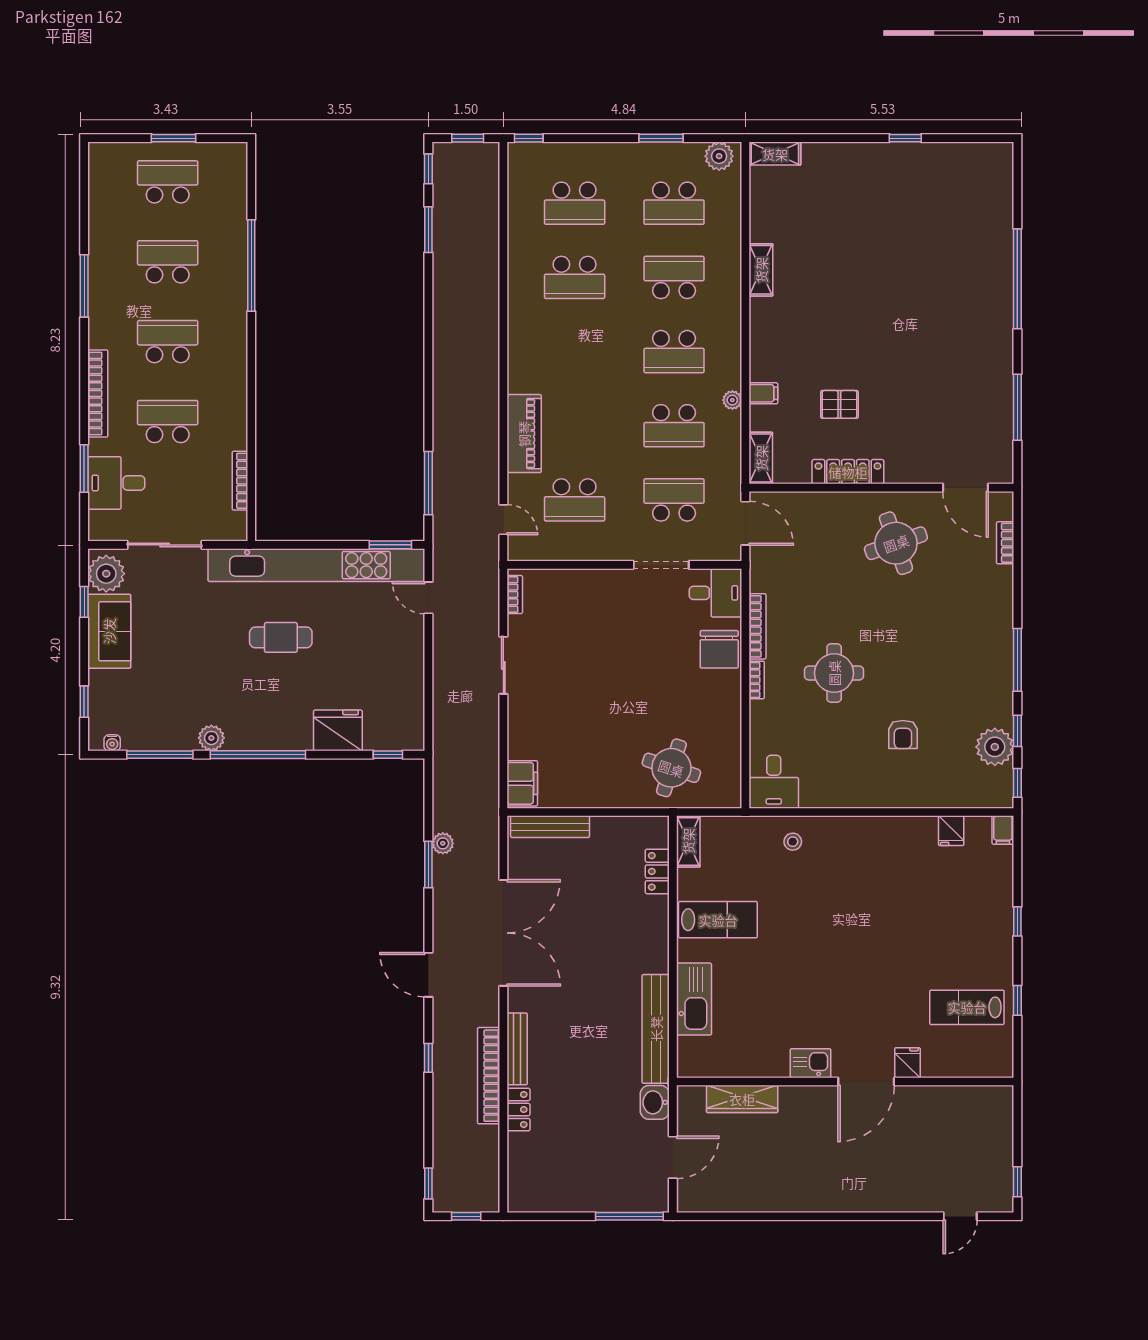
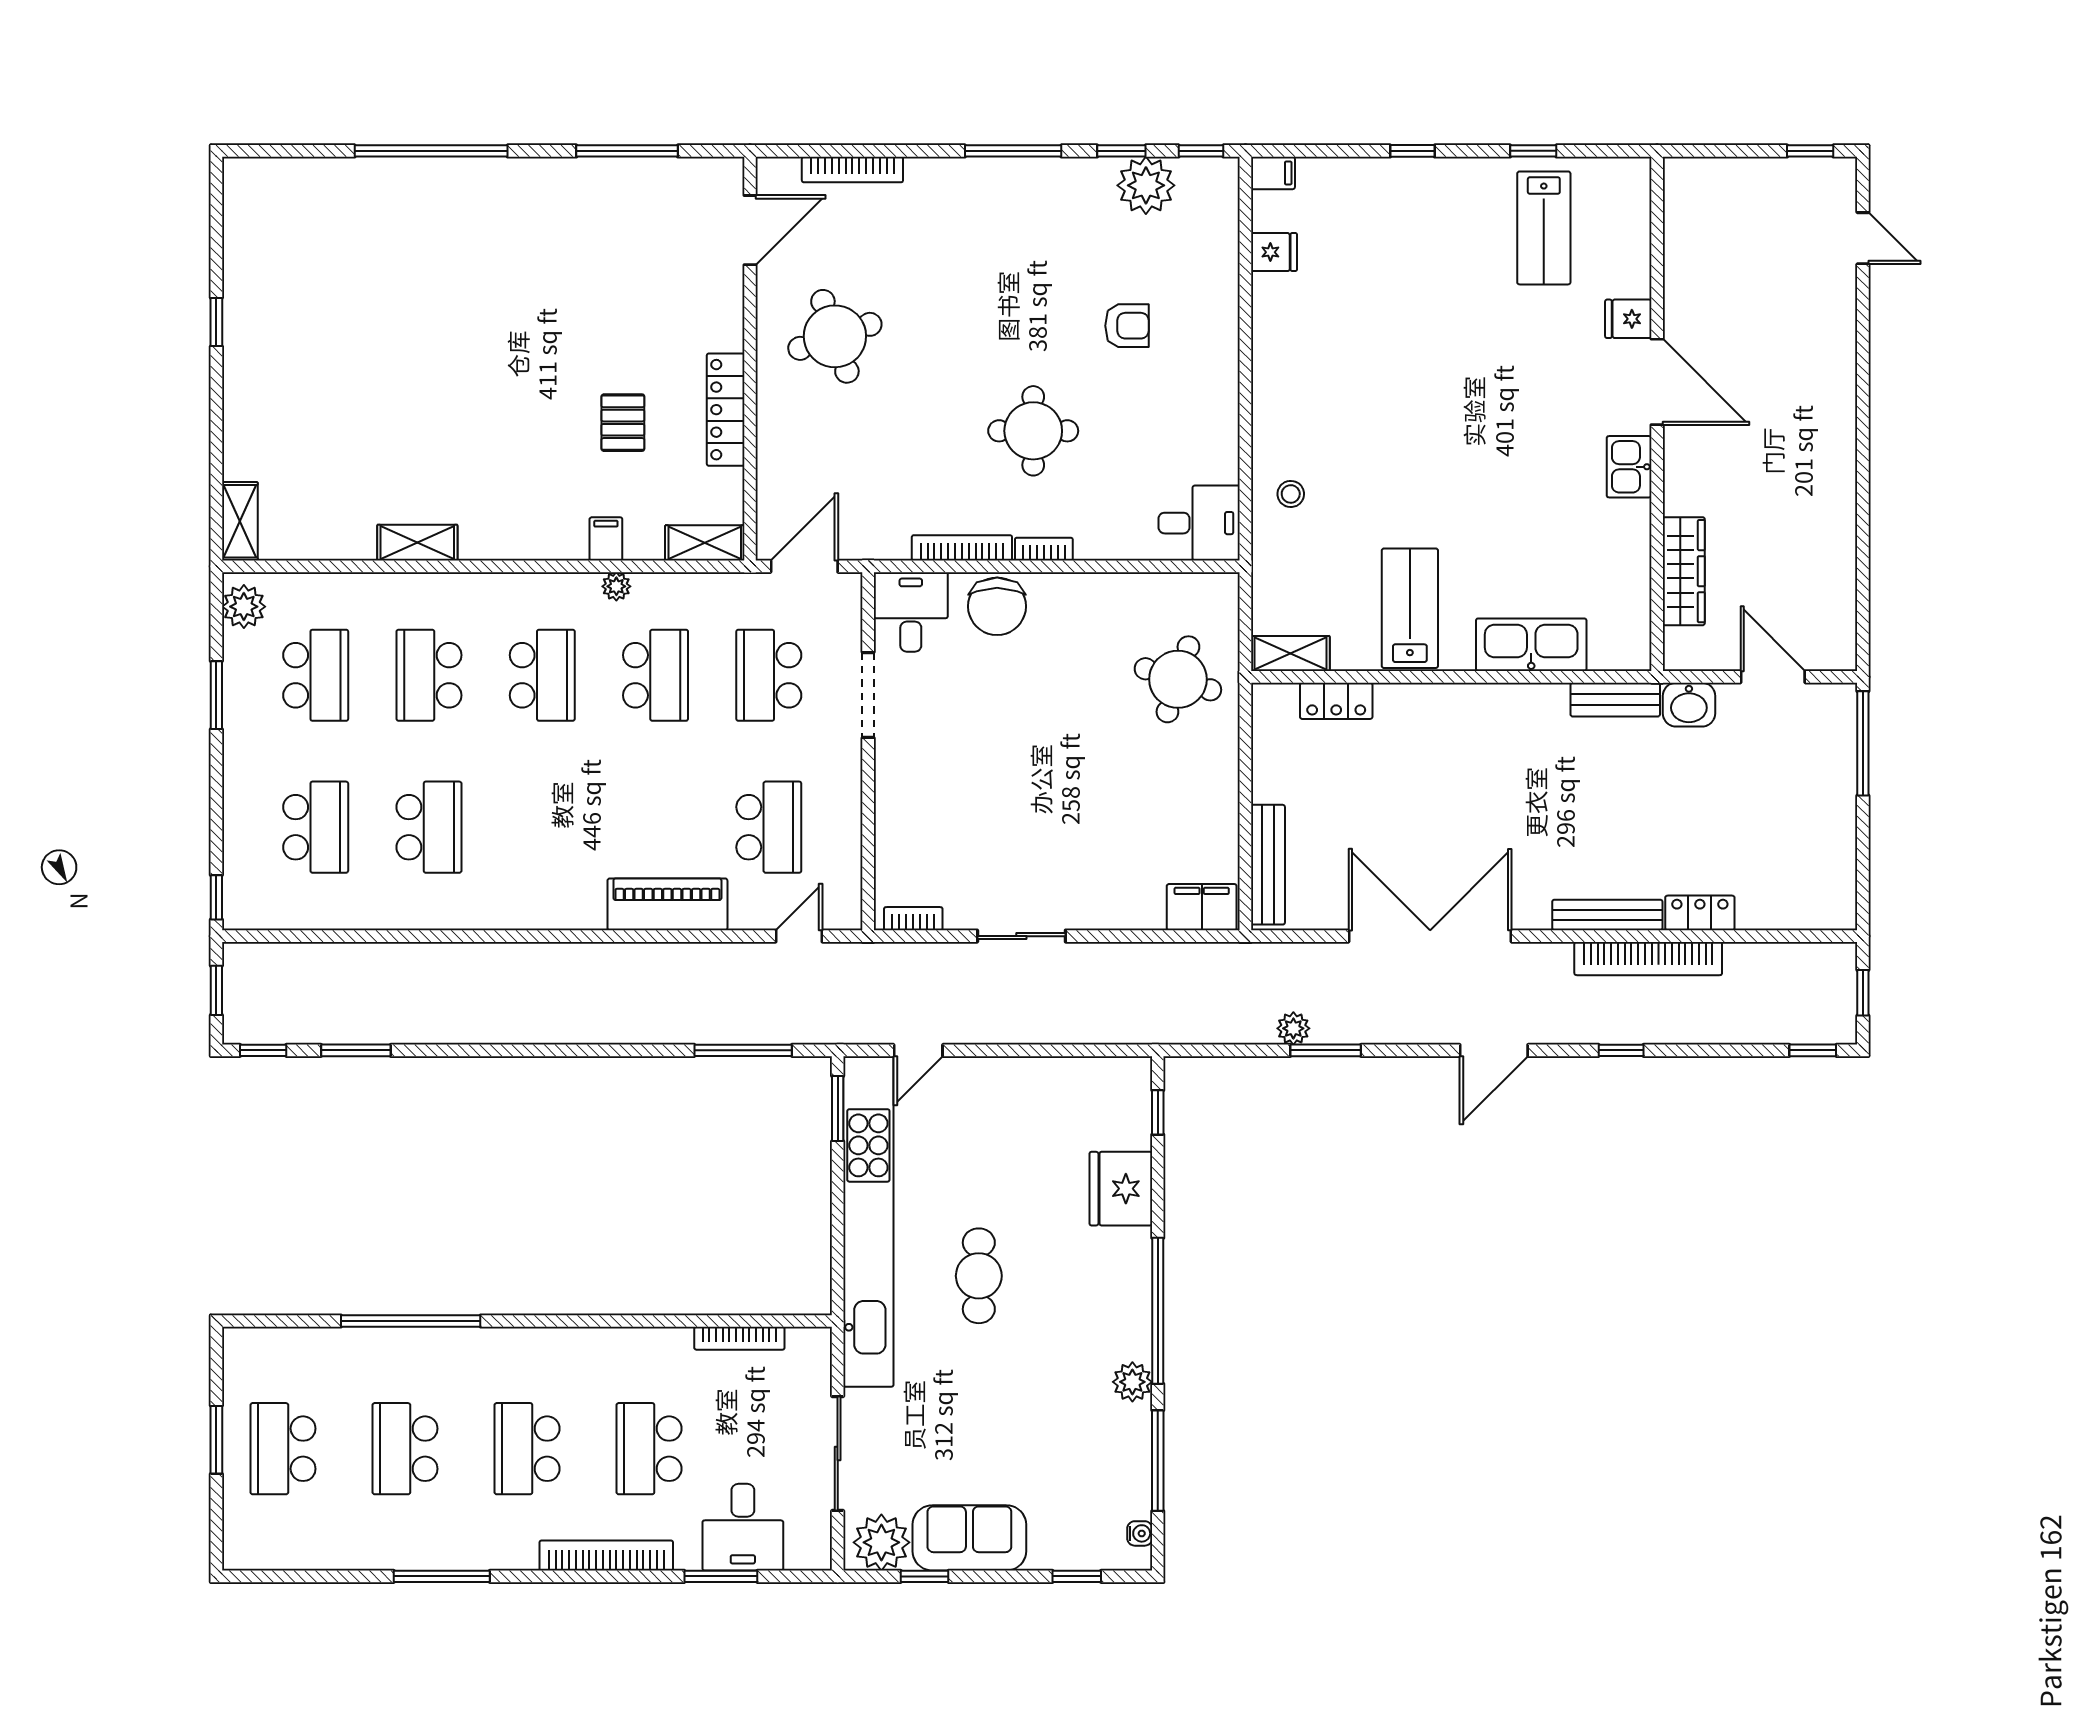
bookcase: (1005, 543) -> (852, 170), width x1.56
chair: (719, 649) -> (997, 606), turned 90
bench: (656, 1029) -> (1615, 700), width x0.54, depth x0.82

